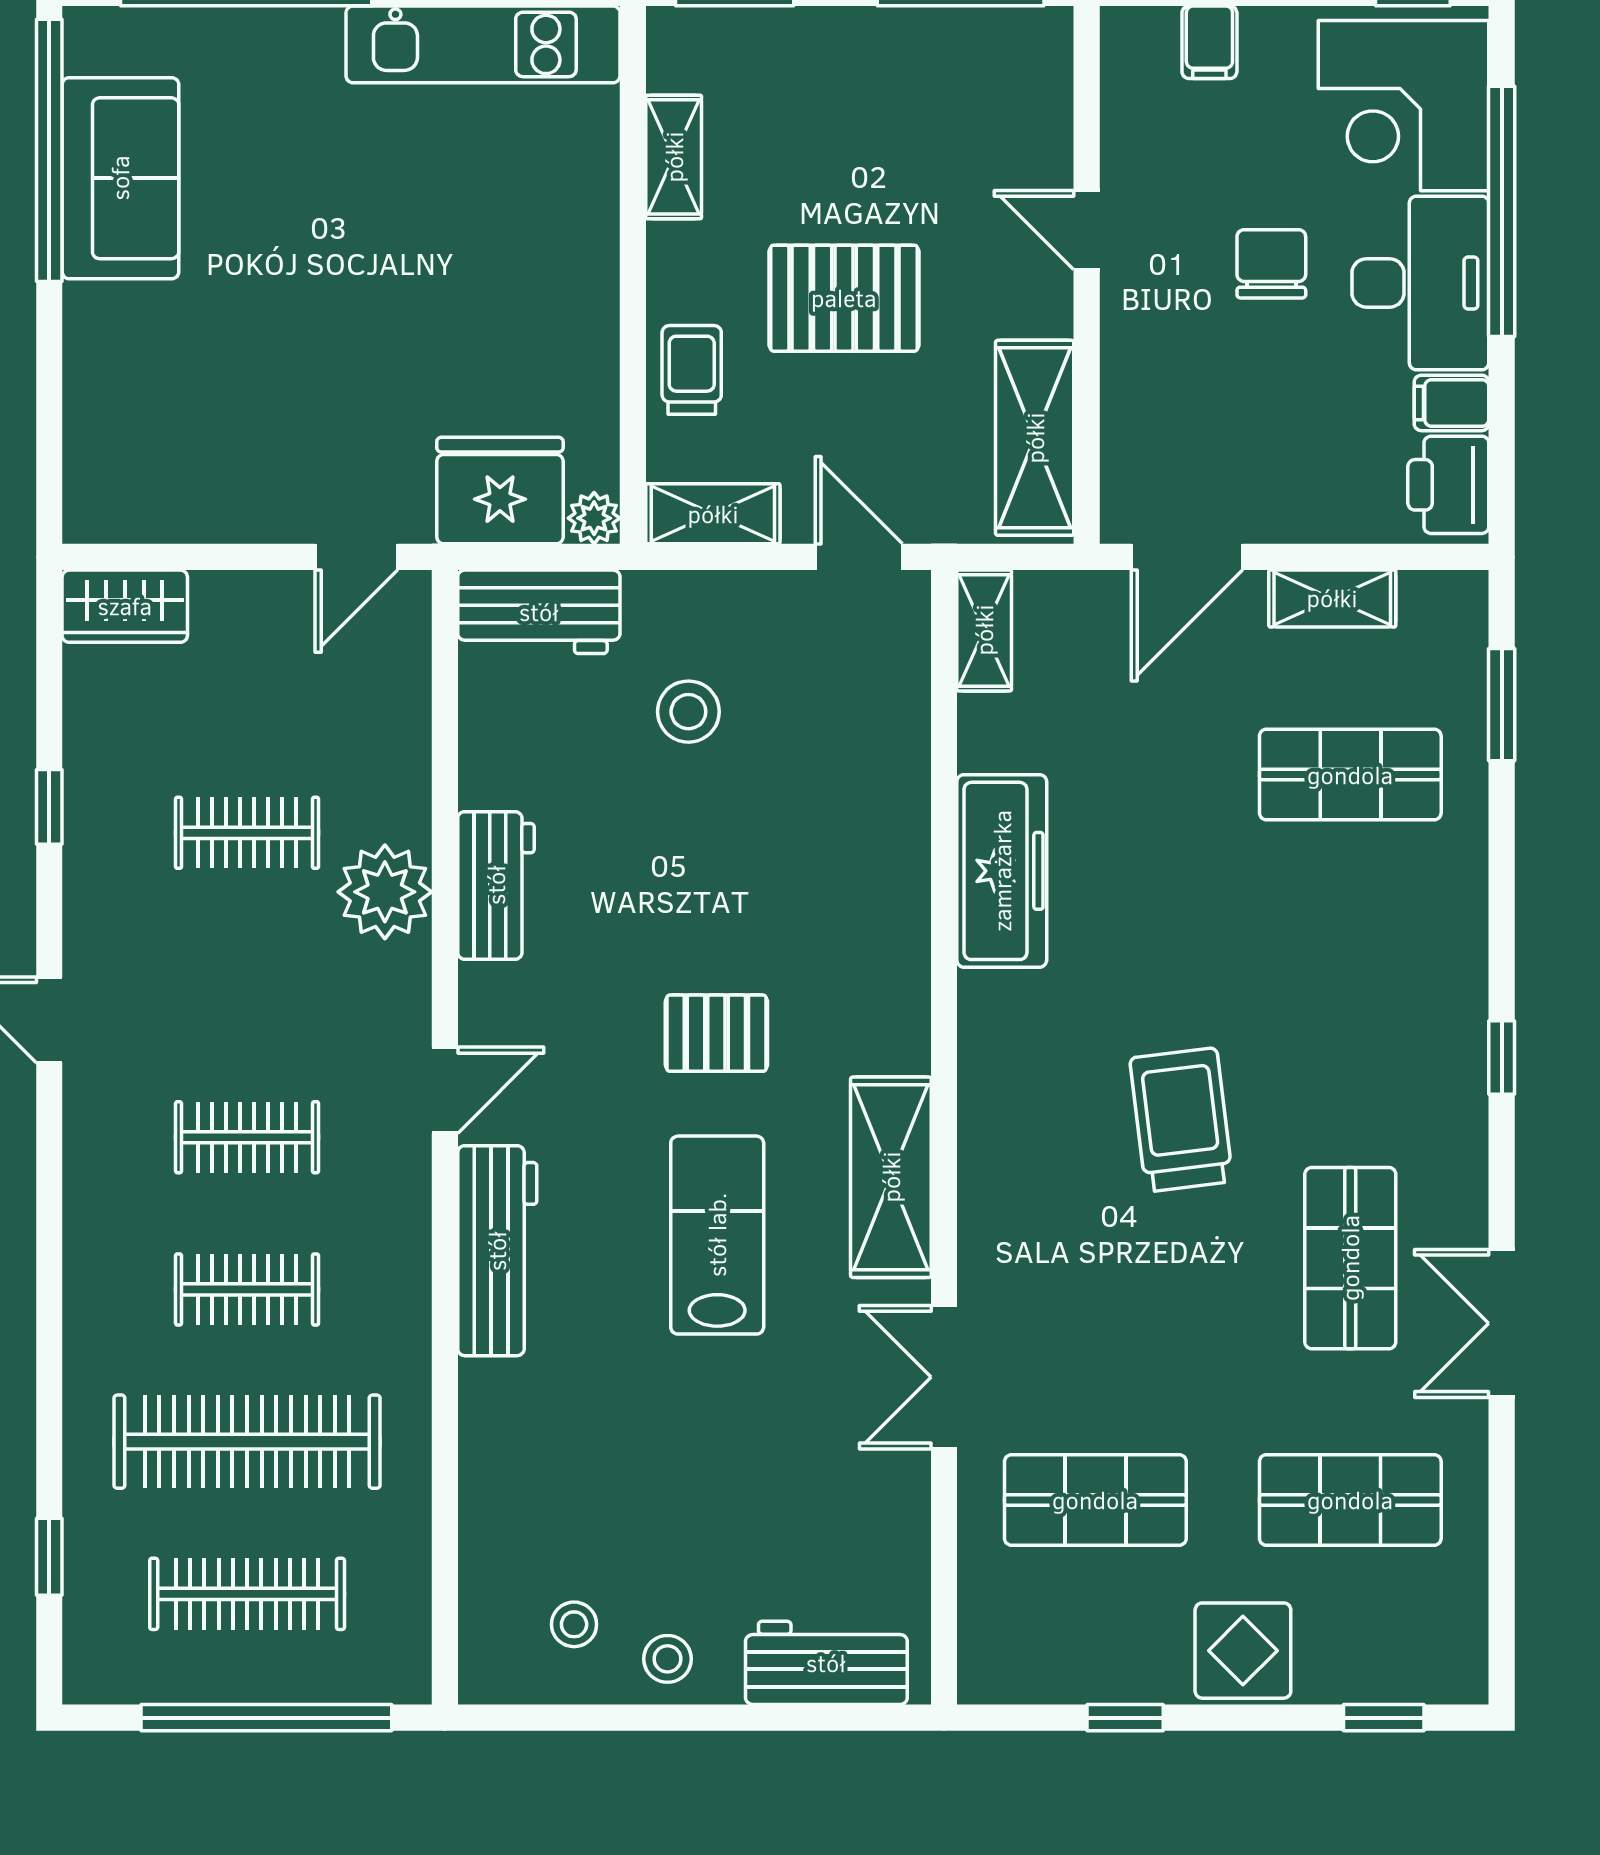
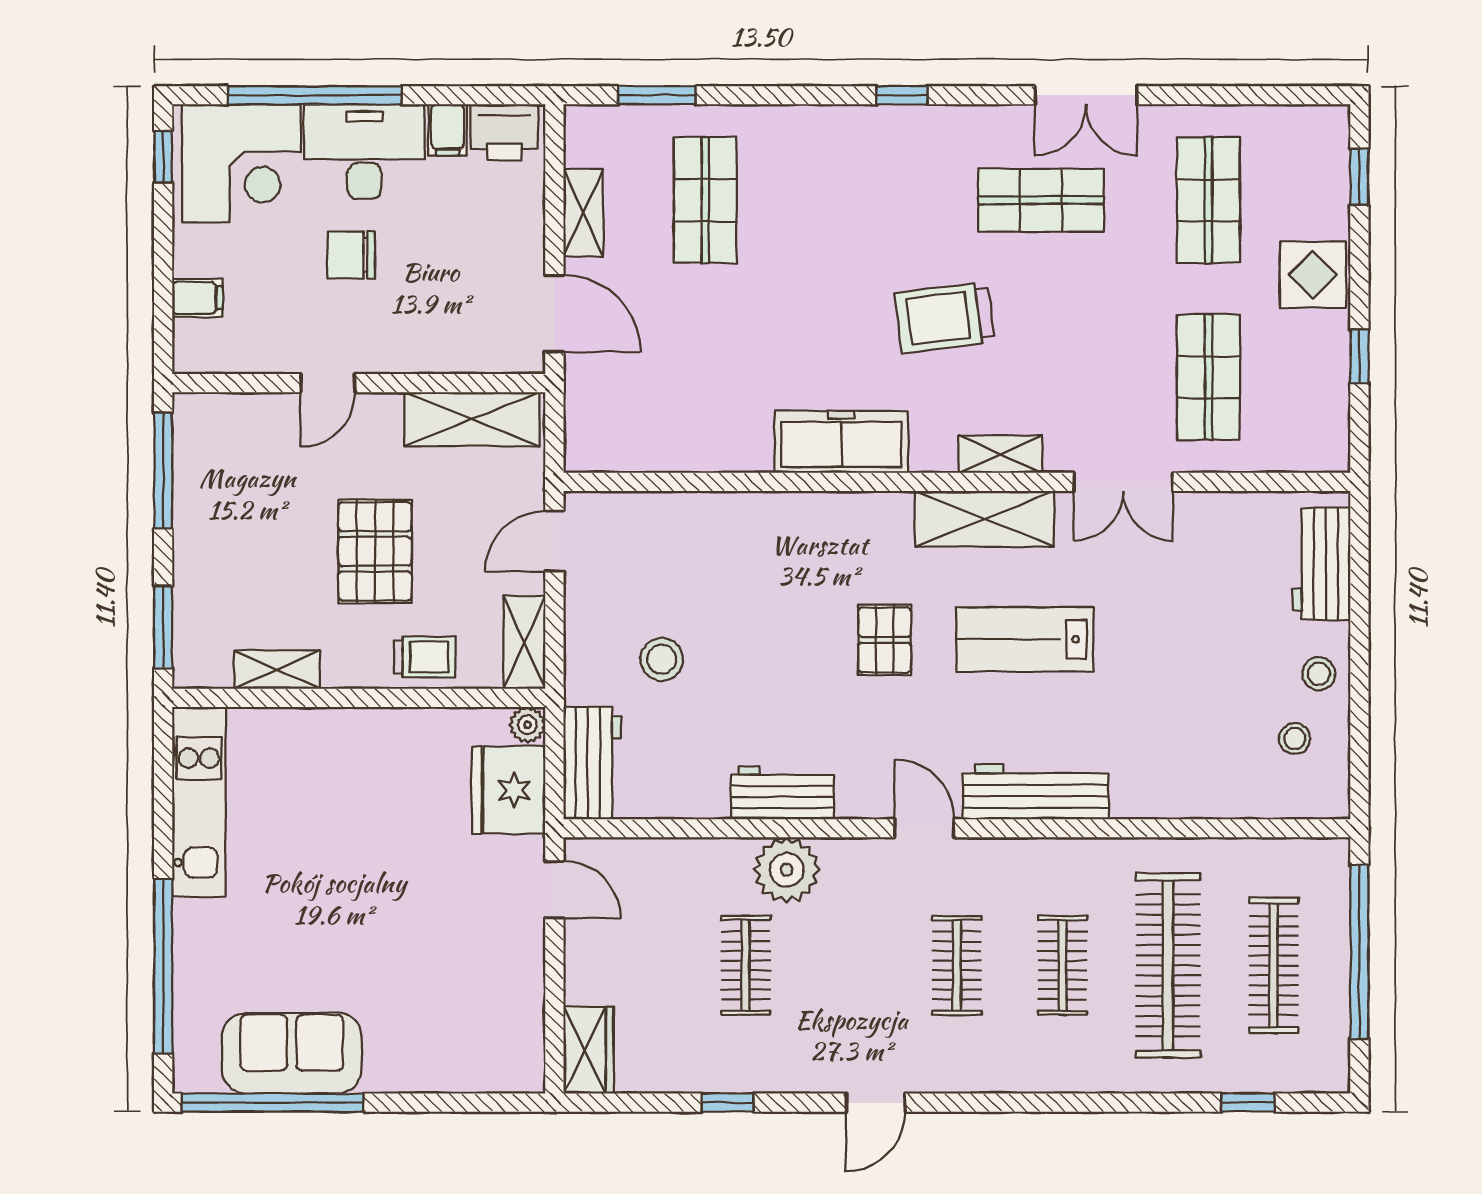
trolley: (692, 370) -> (425, 657), turned 180
shelving: (984, 630) -> (1000, 454), moved
freezer: (1002, 871) -> (841, 442), moved

